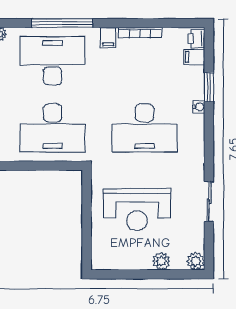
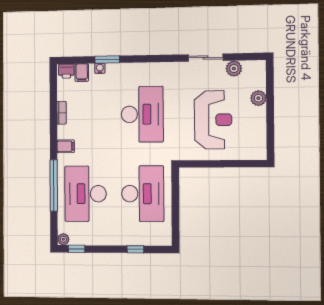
bookcase: (140, 33) -> (62, 113), width x0.64
water cooler: (199, 107) -> (100, 68), moved
plant: (196, 261) -> (234, 69), moved

